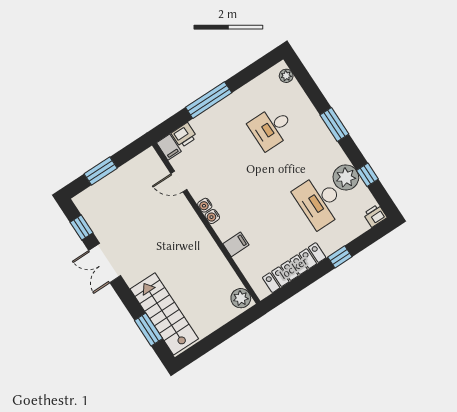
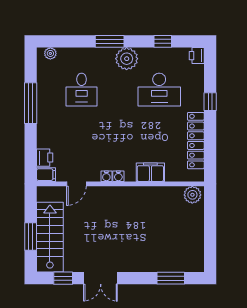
window: (209, 100) -> (31, 103), moved
plant: (346, 177) -> (127, 59), moved
filing cabinet: (236, 244) -> (150, 172), width x2.00
stairs: (164, 314) -> (50, 237), moved, turned 90

